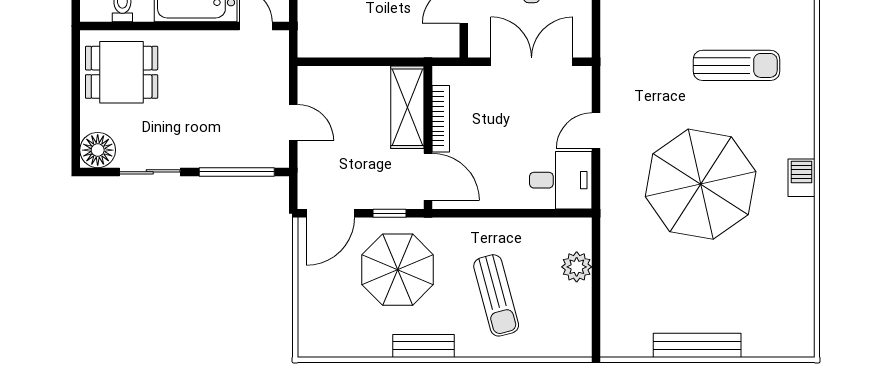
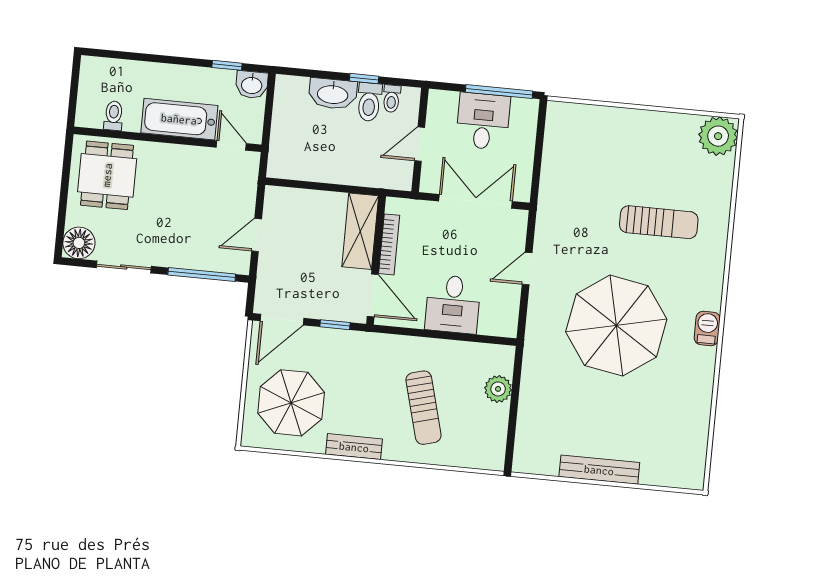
dining table: (122, 72) -> (107, 175), turned 90
door: (293, 122) -> (257, 235), swing flipped
desk: (561, 180) -> (453, 304), moved, turned 90
parasol: (398, 270) -> (291, 403), moved

